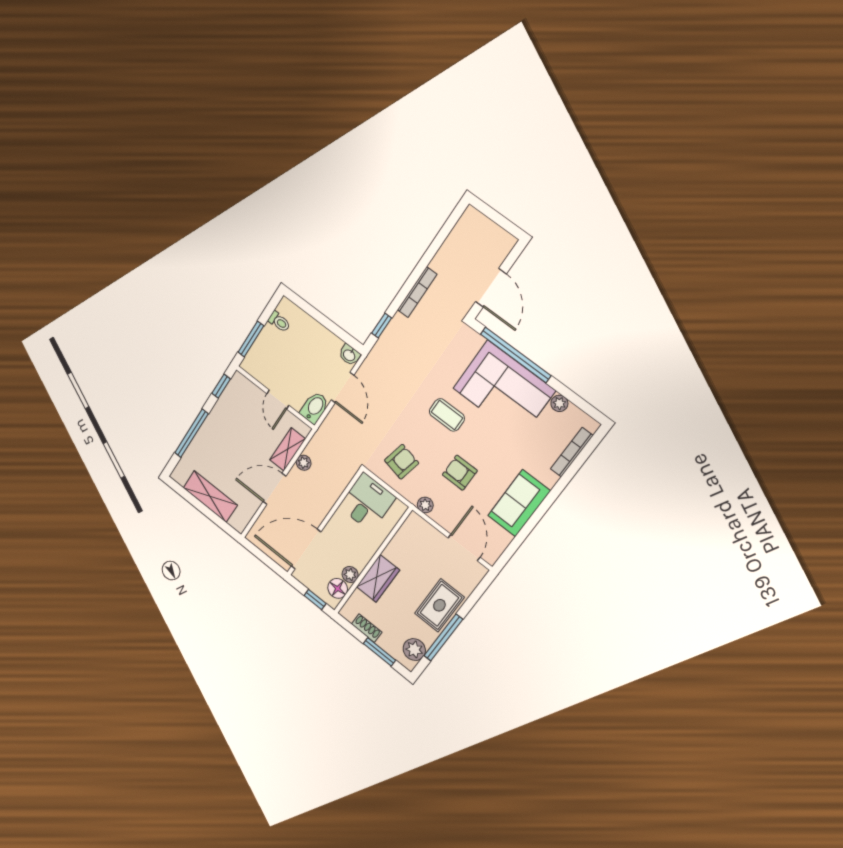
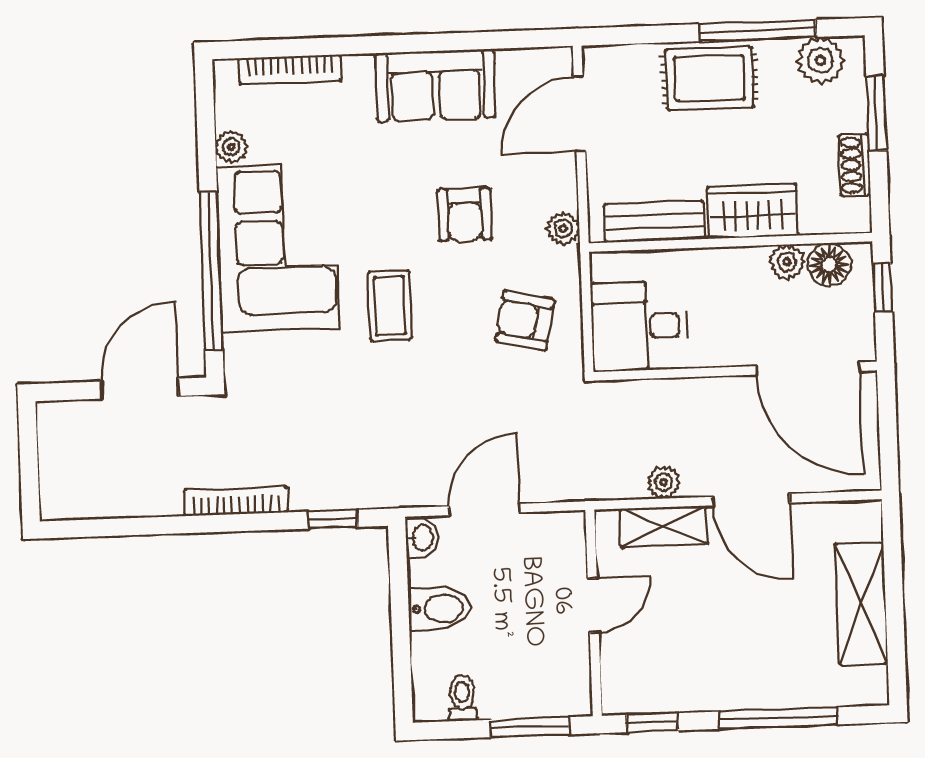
bidet: (314, 408) -> (439, 609), moved, turned 180
bench: (402, 540) -> (655, 222), added

